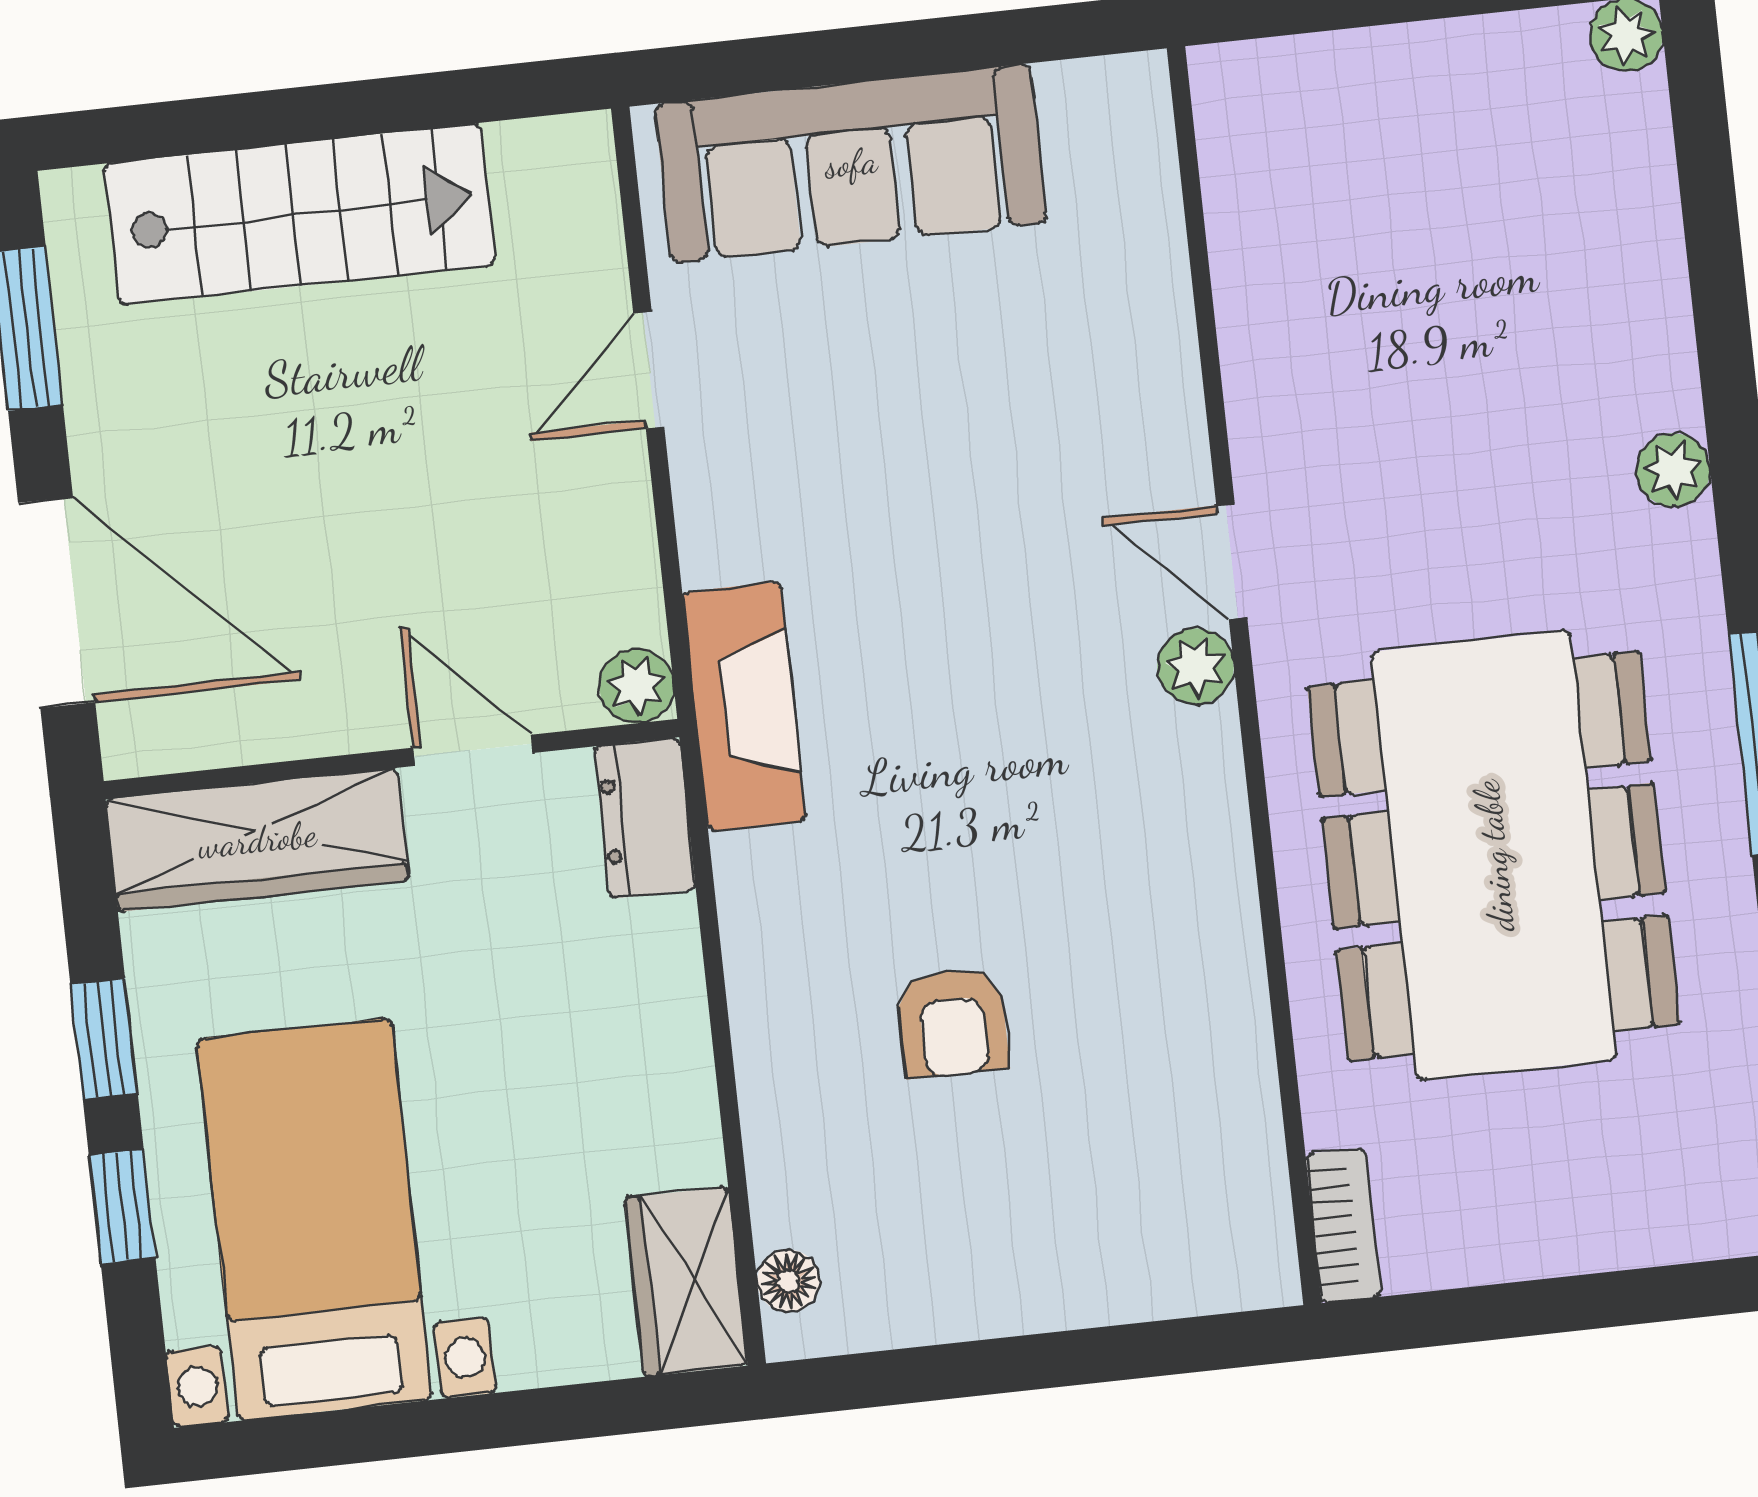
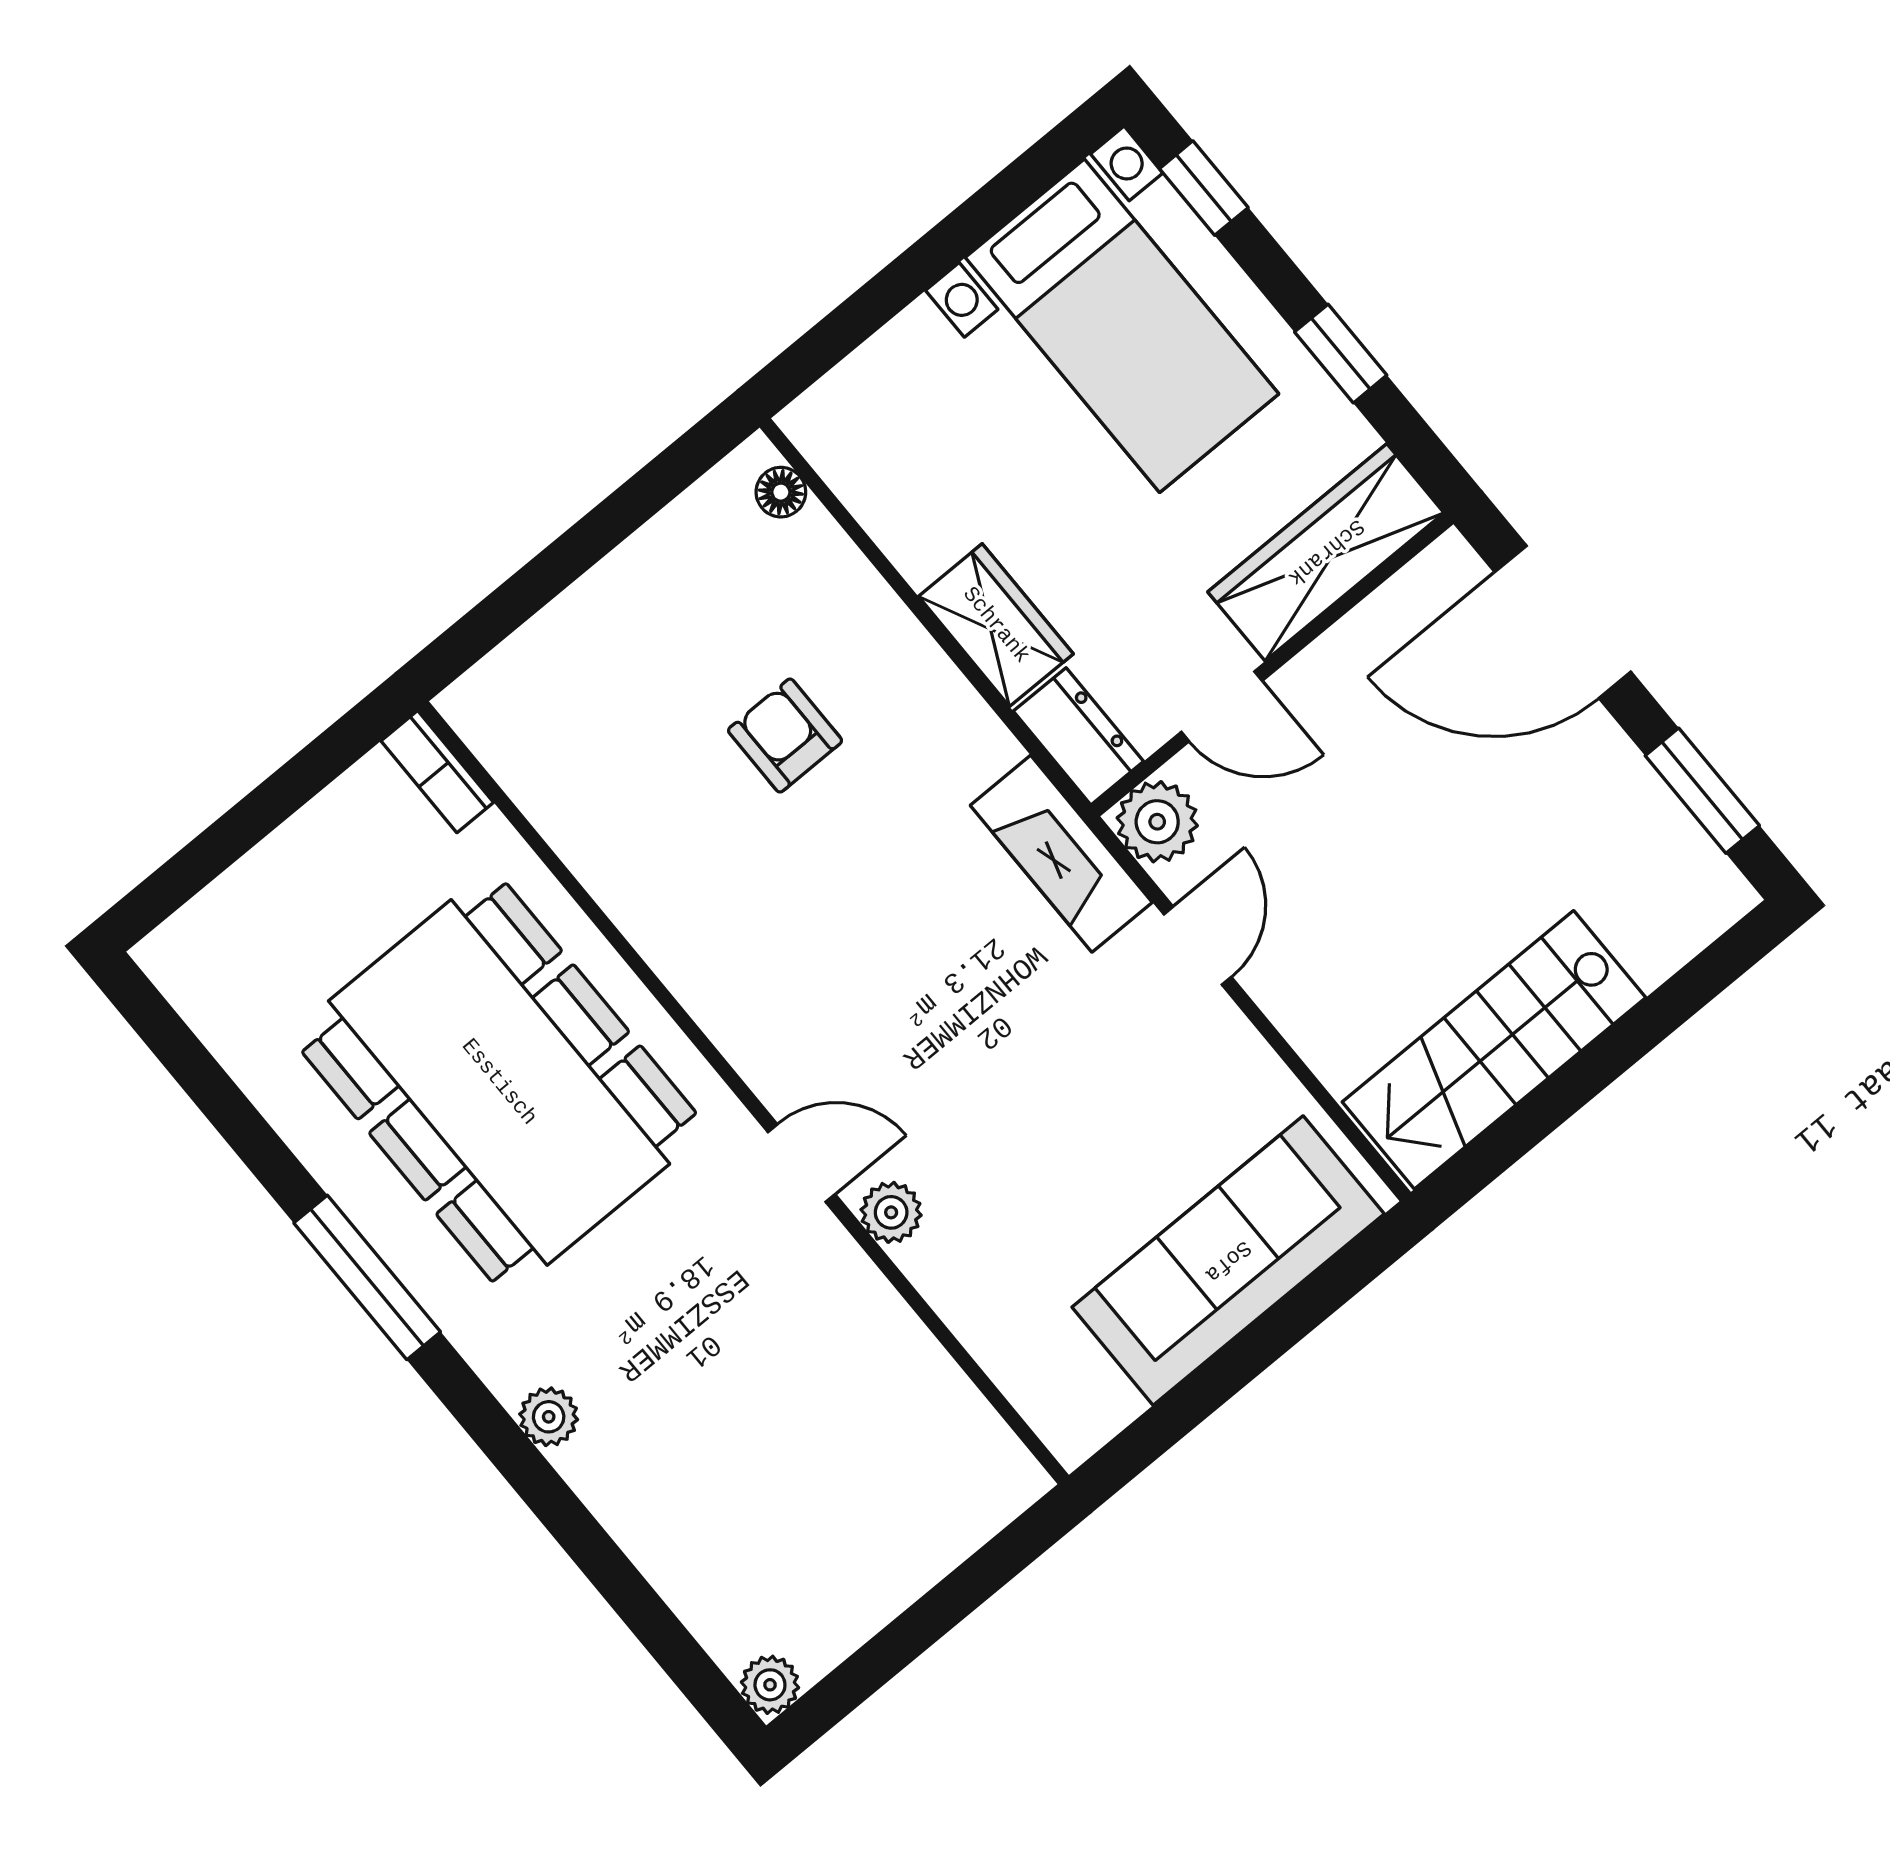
stairs: (300, 214) -> (1494, 1050), moved
door: (649, 370) -> (1198, 946), moved
plant: (1195, 666) -> (891, 1212), moved
plant: (637, 686) -> (1157, 822), width x1.38, depth x1.38
window: (122, 1206) -> (1204, 188), moved
wardrobe: (686, 1282) -> (996, 625), moved

